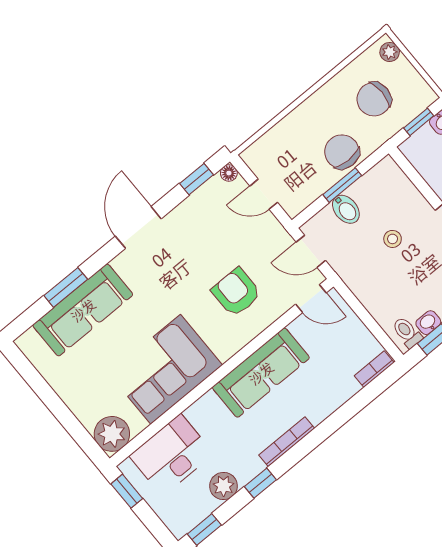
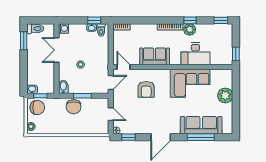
chair: (374, 99) -> (37, 107), moved
bidet: (346, 209) -> (63, 87), moved
door: (311, 251) -> (111, 83), hinge flipped
window: (66, 287) -> (201, 137), width x1.44
sofa: (261, 373) -> (155, 56), width x0.73
plant: (112, 434) -> (225, 95), moved
desk: (172, 455) -> (195, 54), moved
plant: (224, 486) -> (190, 29), moved

